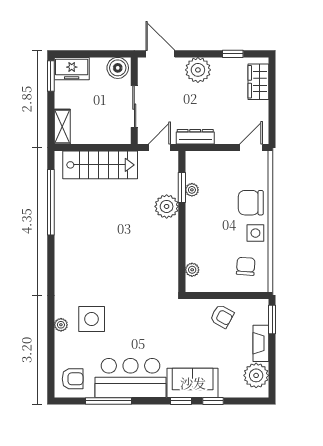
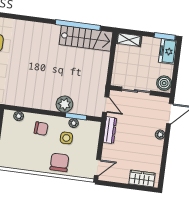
window: (233, 54) -> (163, 163), removed
plant: (198, 70) -> (160, 135), width x0.53, depth x0.53
door: (251, 147) -> (97, 168), hinge flipped
stairs: (100, 165) -> (86, 38), moved, turned -90
side table: (255, 233) -> (66, 138), moved
chair: (246, 266) -> (41, 129), moved

